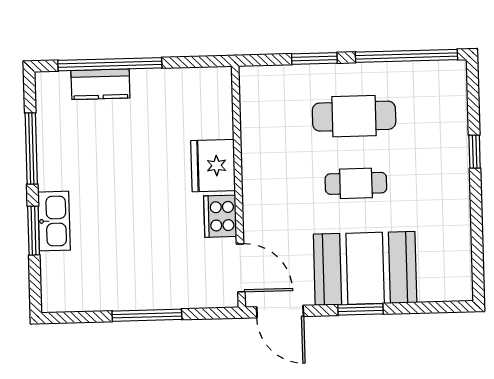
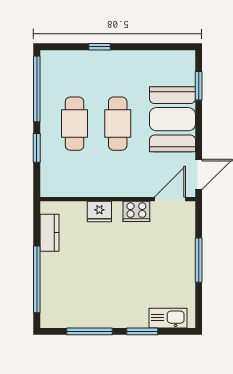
kitchen counter: (100, 84) -> (49, 233), moved
fridge: (213, 166) -> (99, 211), width x0.73, depth x0.75
cafe table: (356, 183) -> (118, 124), width x1.37, depth x1.35
kitchen sink: (54, 221) -> (168, 318), moved
window: (360, 309) -> (199, 86), moved

